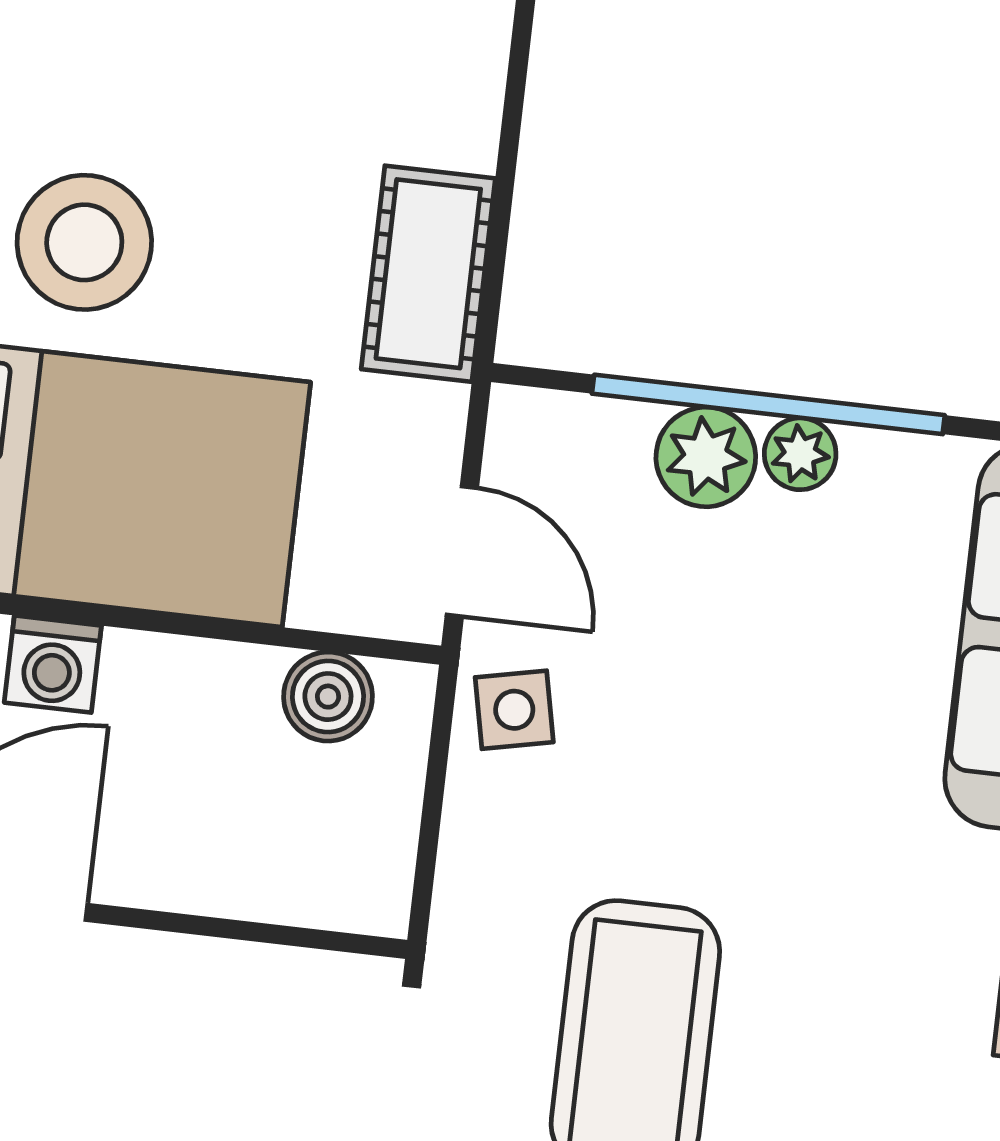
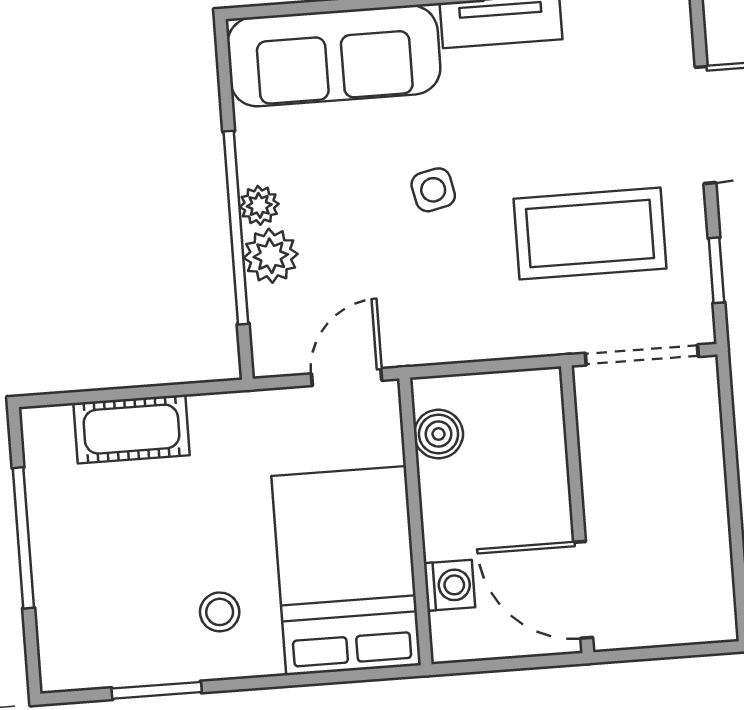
stool: (84, 242) -> (220, 612), width x0.53, depth x0.53
cot: (428, 274) -> (131, 429), moved
side table: (514, 710) -> (433, 190), moved

